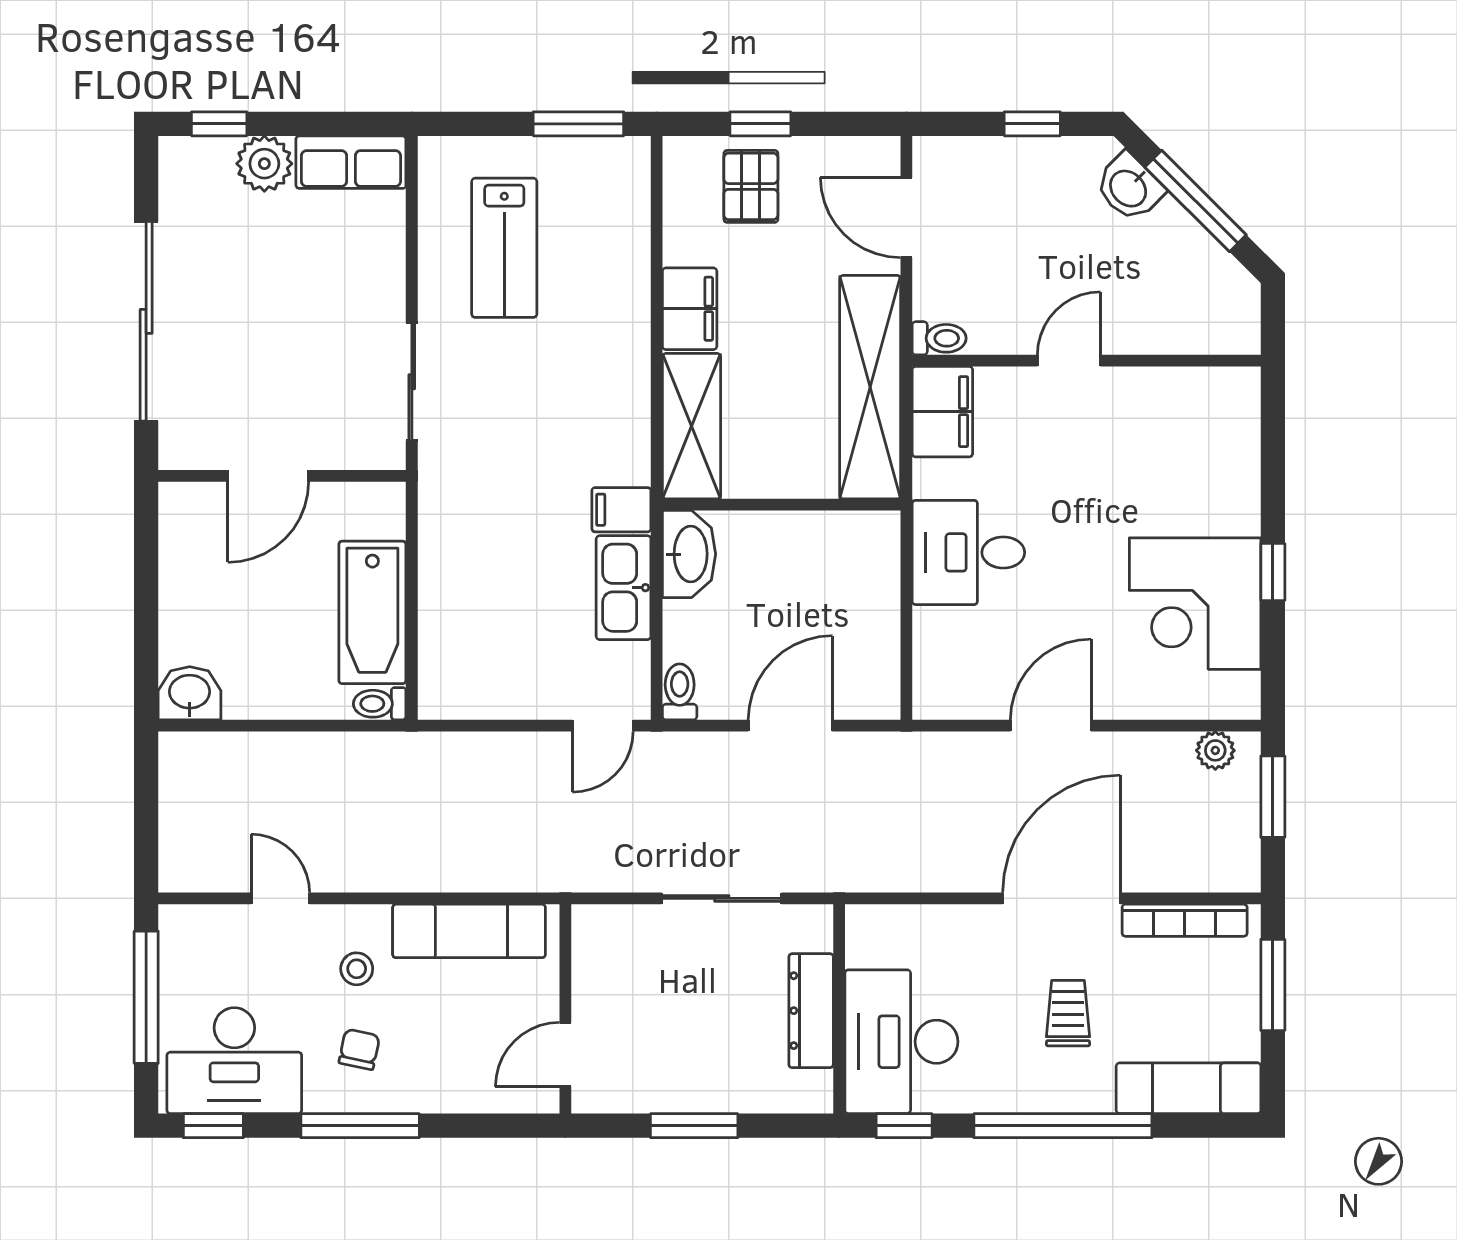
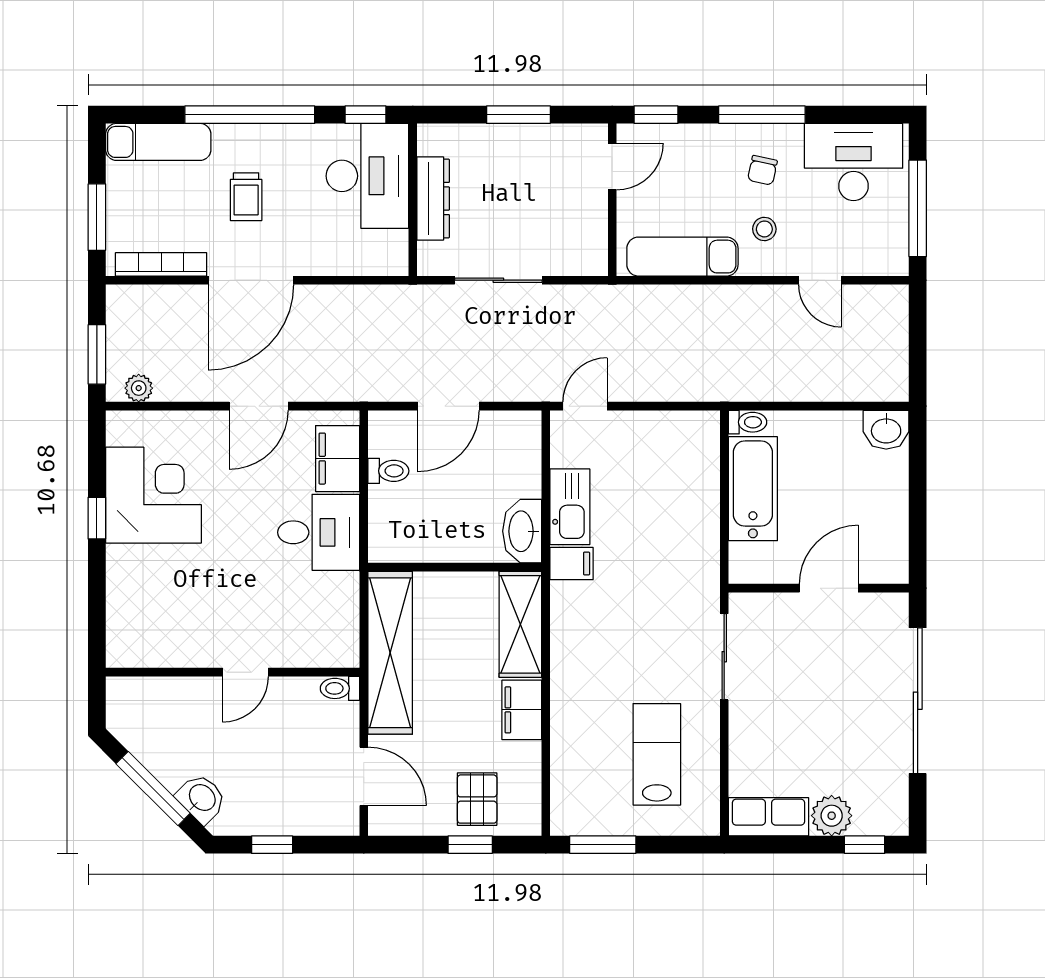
filing cabinet: (942, 412) -> (338, 459), moved
toilet: (680, 692) -> (388, 471), moved, turned -90
window: (213, 1126) -> (656, 115), moved

